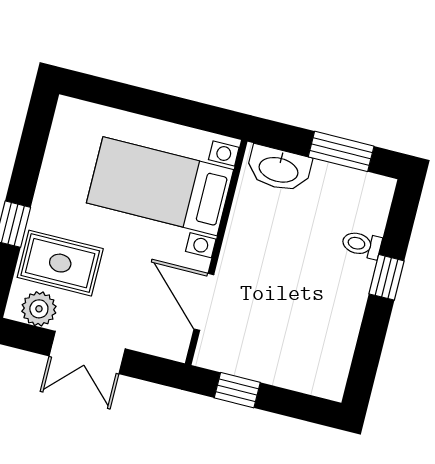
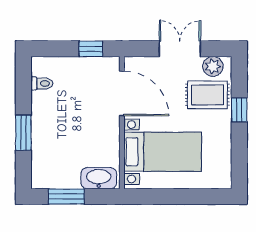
toilet: (362, 245) -> (42, 83), moved
window: (387, 277) -> (23, 133), width x1.50
door: (204, 302) -> (122, 93), width x1.36

